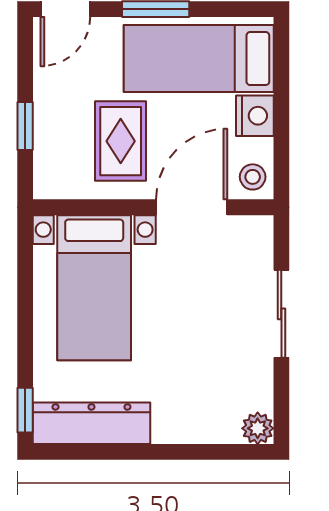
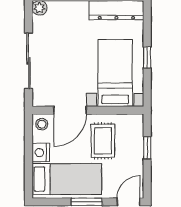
sliding door: (281, 314) -> (28, 61), width x1.37
window: (25, 410) -> (147, 58), moved

